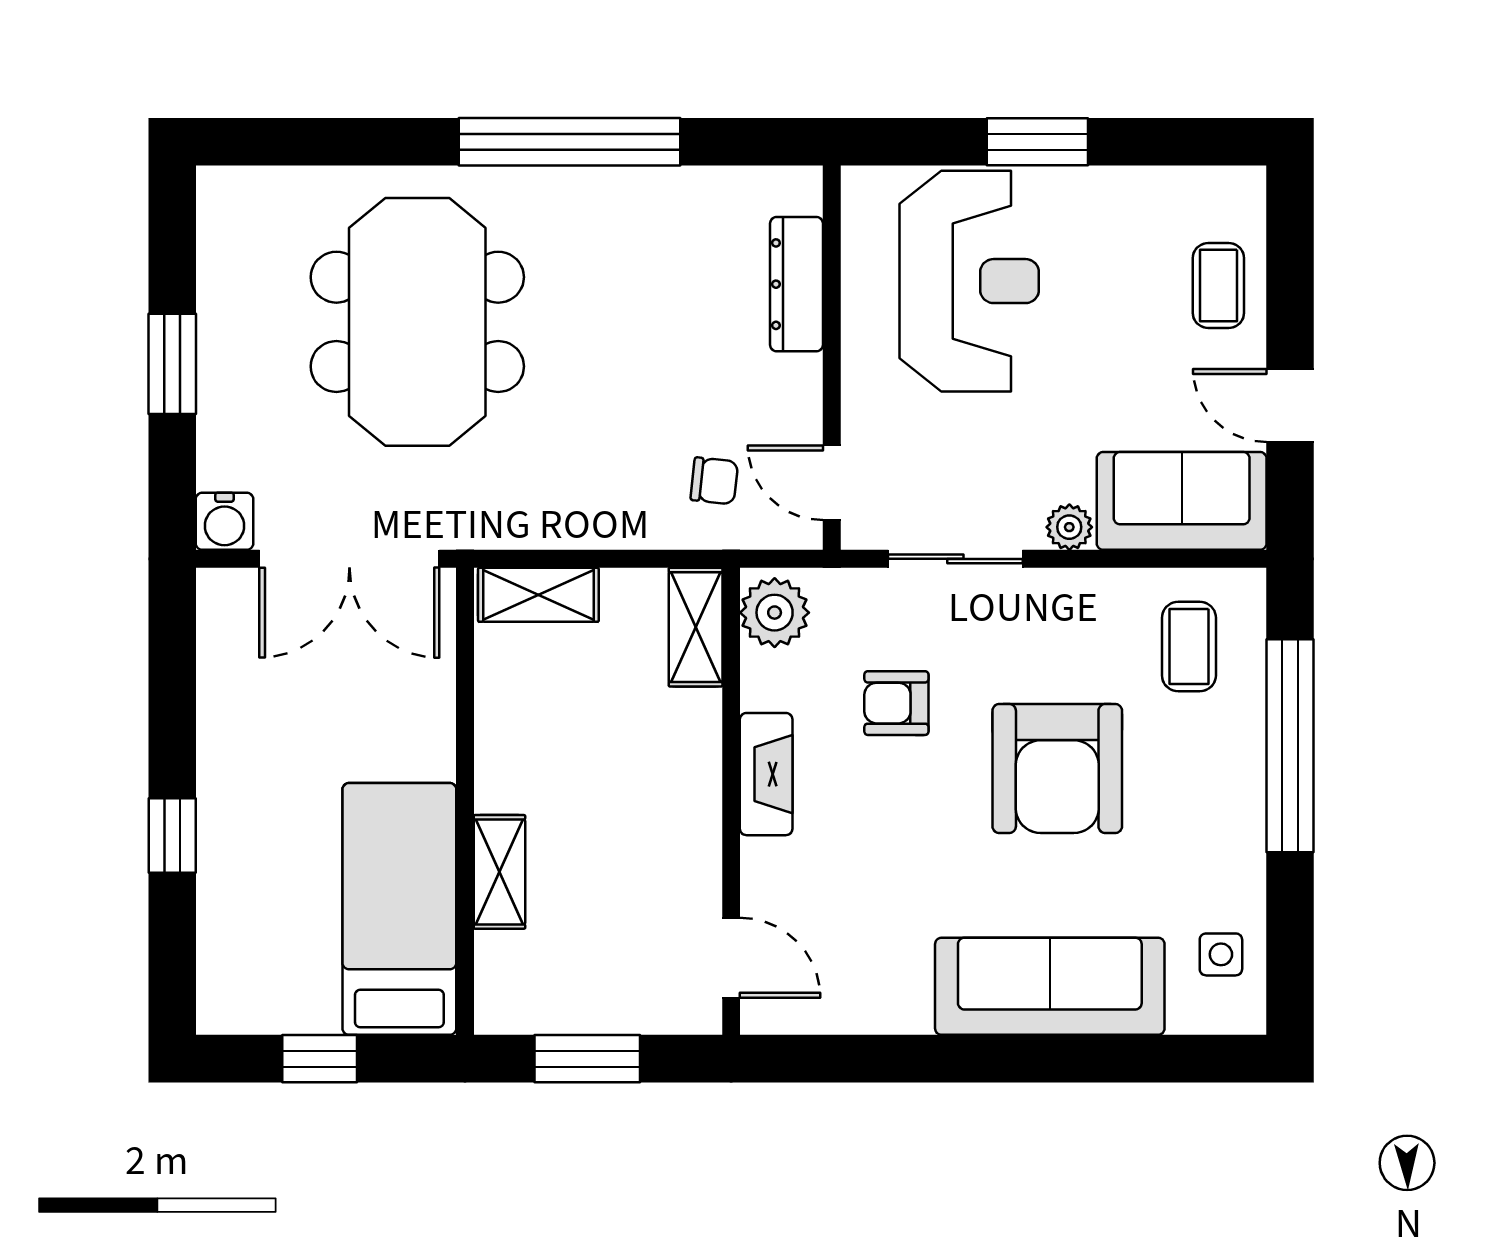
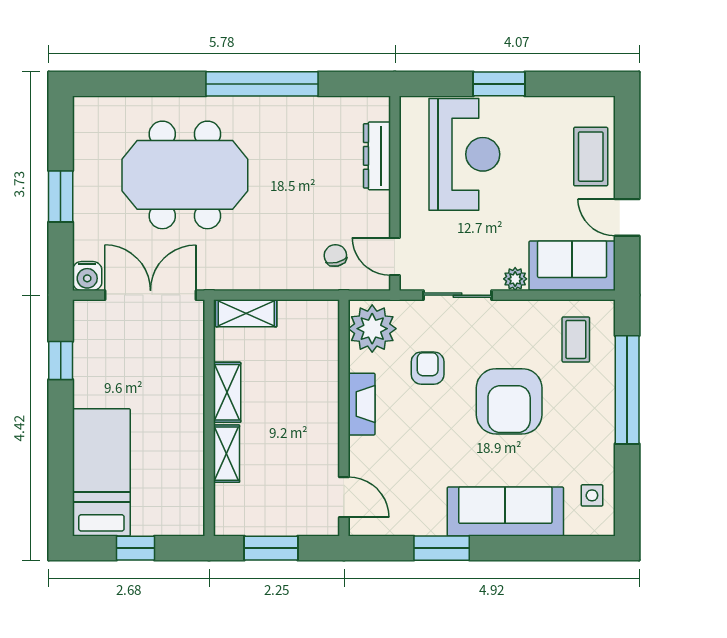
coffee table: (1218, 285) -> (591, 157), width x1.36, depth x1.30
meeting table: (417, 322) -> (185, 175), turned 90
chair: (714, 481) -> (335, 255), turned -109
double door: (349, 559) -> (151, 295), swing flipped
plant: (775, 613) -> (372, 329), width x1.36, depth x1.36
shelving: (696, 627) -> (227, 392), moved
armchair: (896, 703) -> (428, 368), turned 90
window: (172, 836) -> (61, 360), moved
bed: (399, 909) -> (101, 472), moved
window: (924, 1059) -> (442, 548), added

